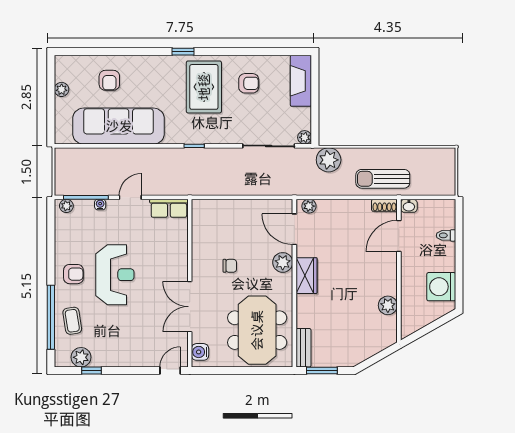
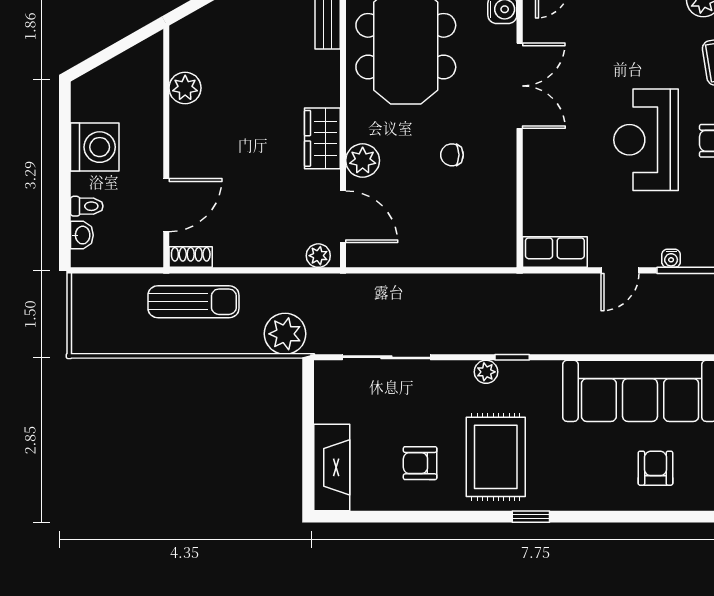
plant: (305, 137) -> (486, 372), moved
washbasin: (409, 206) -> (82, 235), moved, turned 90
washing machine: (441, 287) -> (95, 147), moved

